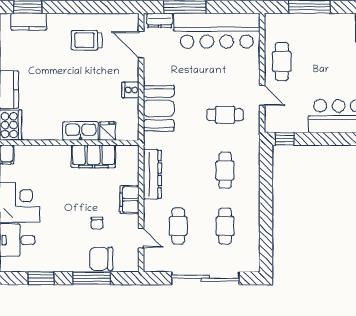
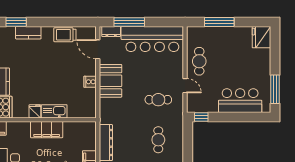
kitchen counter: (29, 22) -> (28, 33), moved
trolley: (87, 40) -> (65, 35), moved
booth: (159, 108) -> (110, 81), moved
fridge: (107, 131) -> (35, 111), moved
filing cabinet: (94, 156) -> (47, 130), moved

